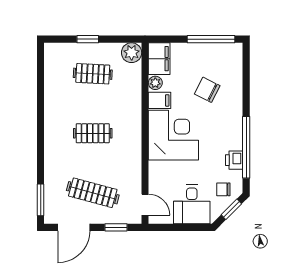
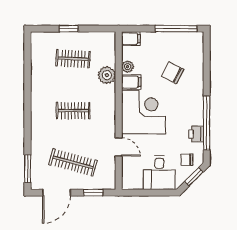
plant: (132, 53) -> (107, 75), moved
filing cabinet: (159, 59) -> (131, 39), width x0.50
door: (145, 205) -> (119, 147), moved

